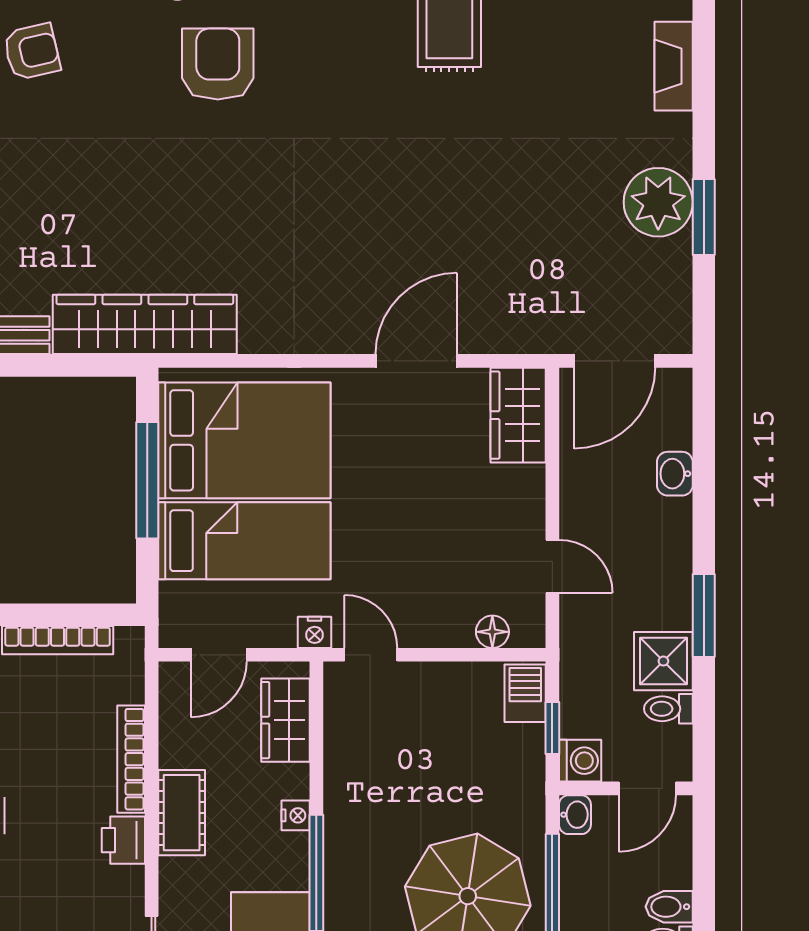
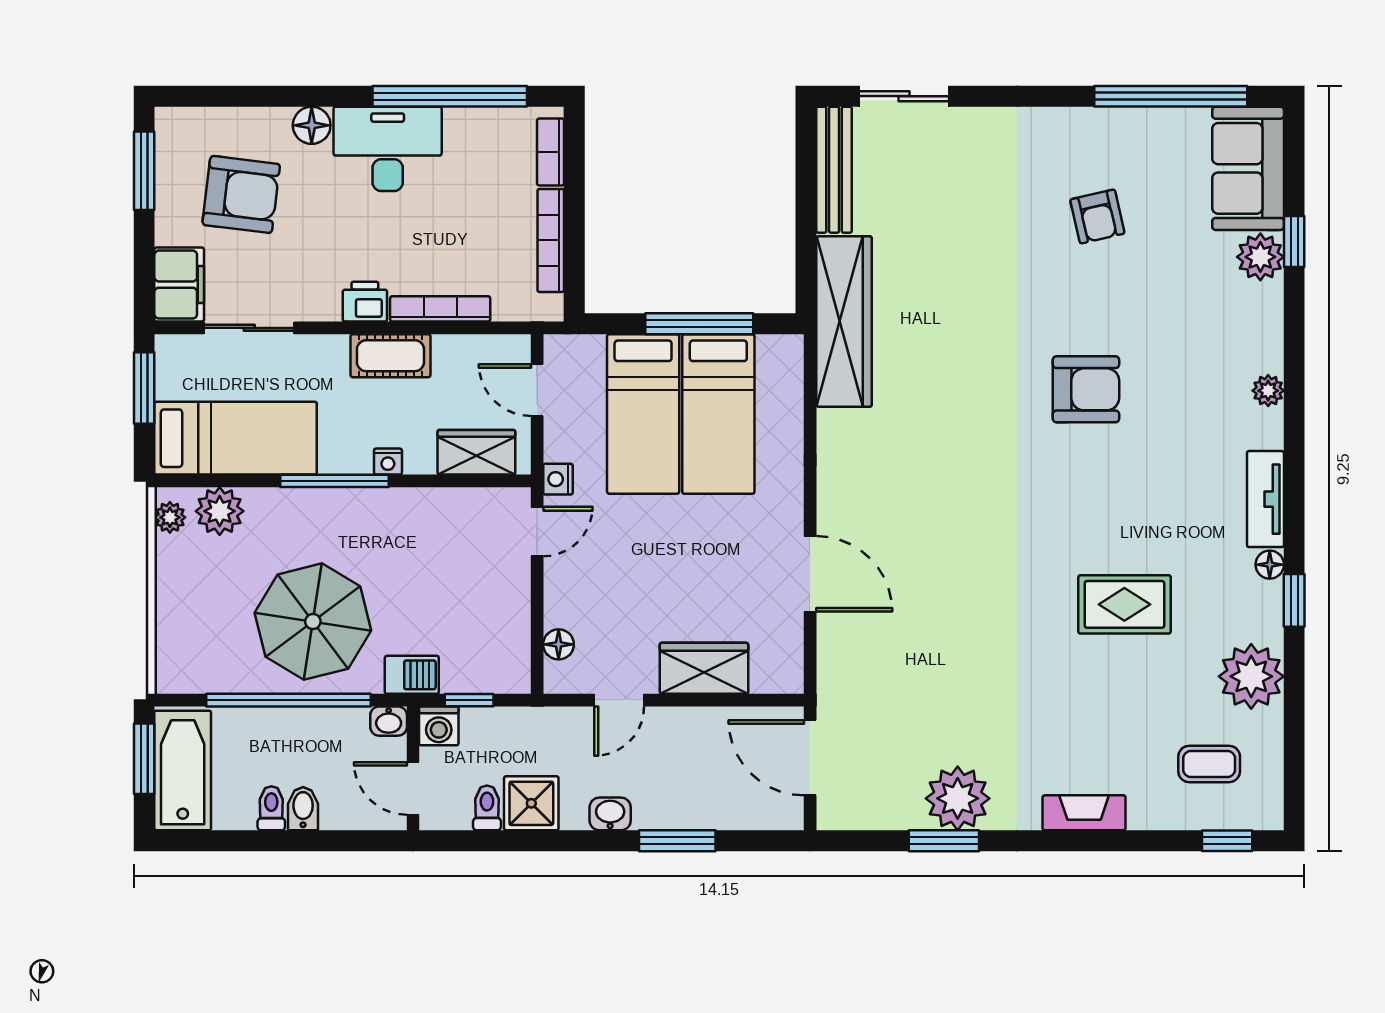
wardrobe: (518, 415) -> (704, 668), moved
bed: (244, 440) -> (718, 414), width x0.67
washbasin: (675, 474) -> (610, 814), moved
window: (704, 616) -> (677, 841), moved
barbecue: (525, 693) -> (412, 675), moved

